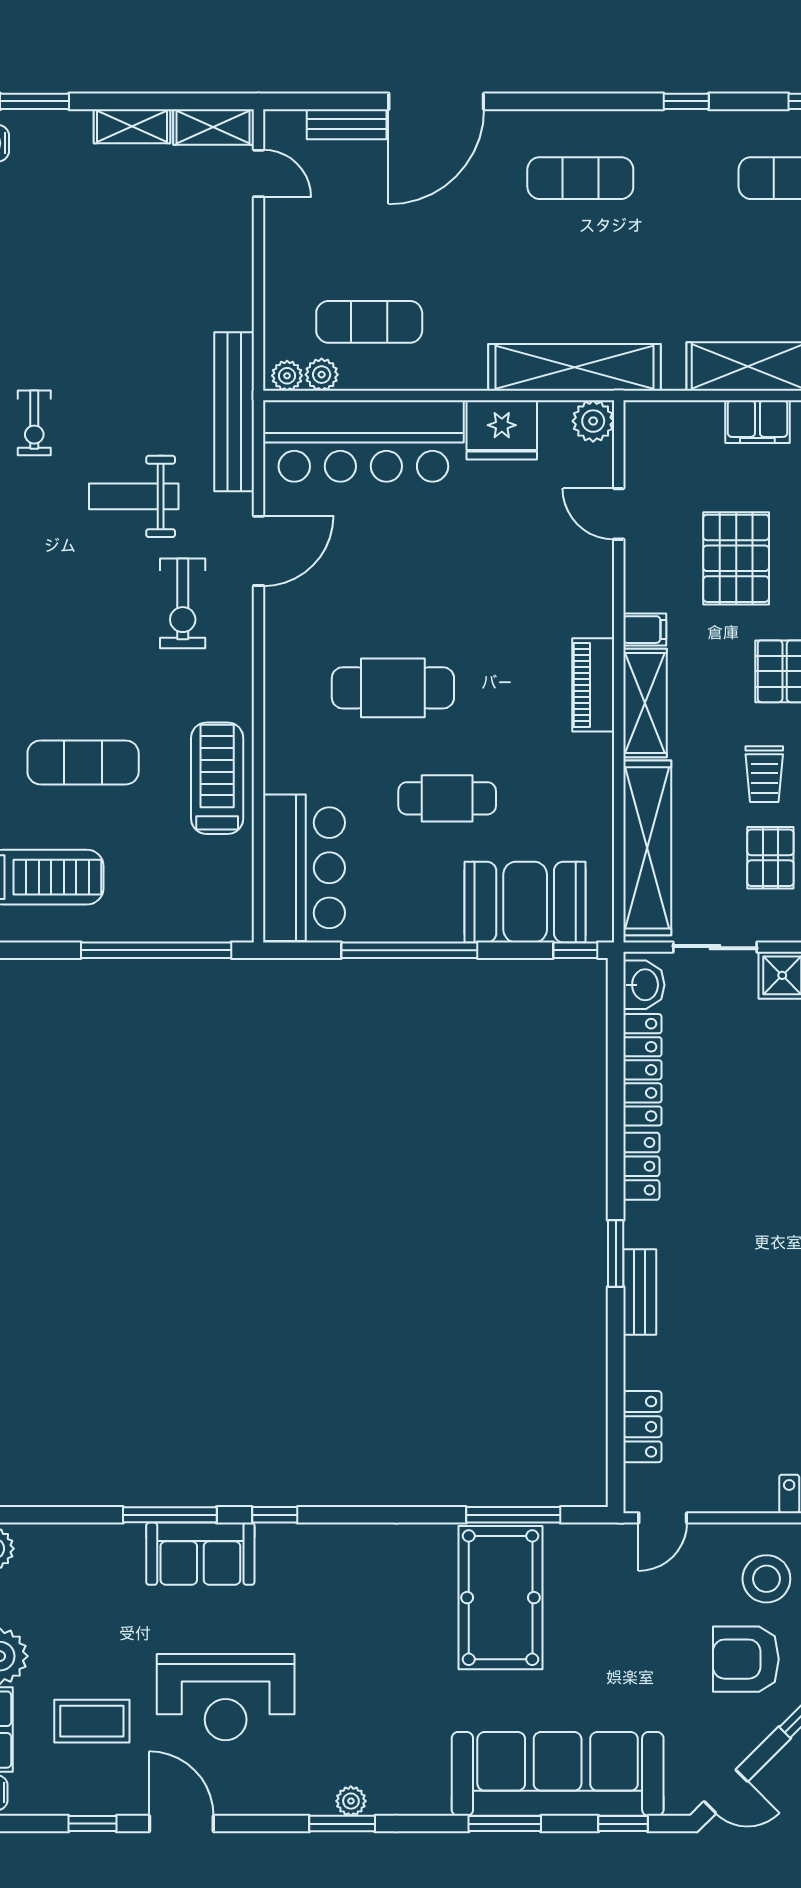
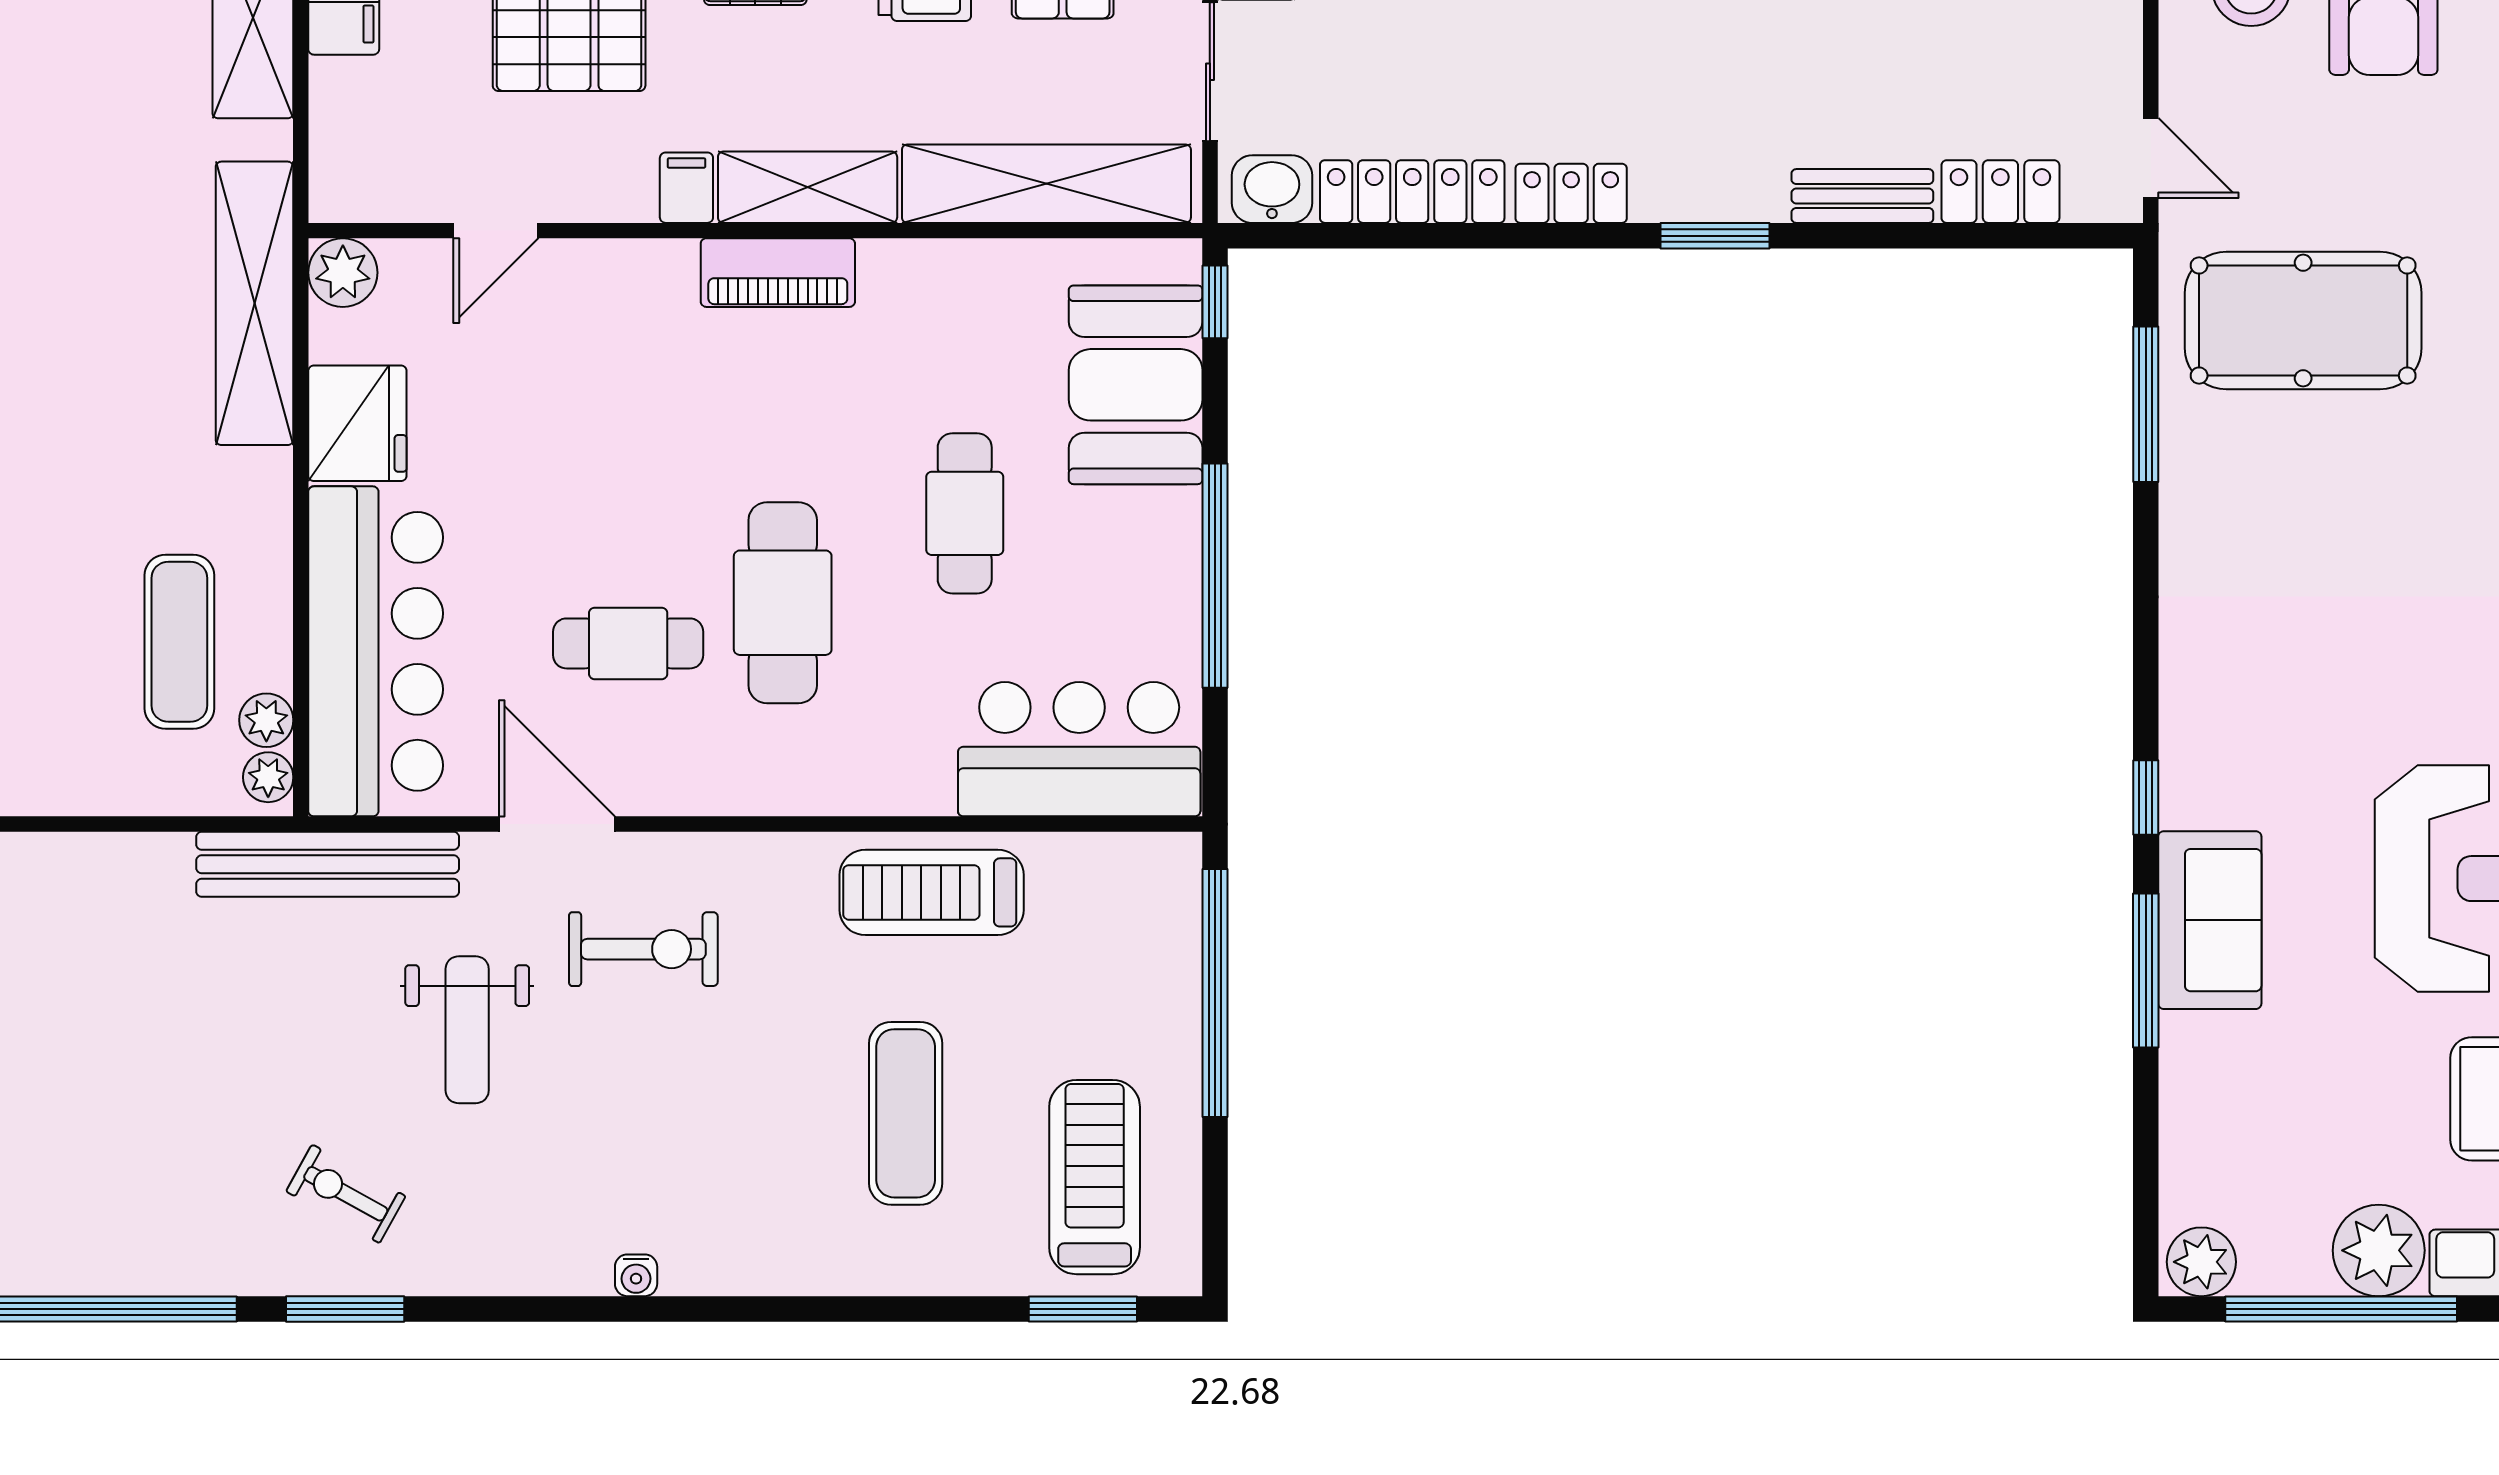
exercise bike: (34, 423) -> (346, 1194), turned -151
cafe table: (368, 594) -> (628, 643), added
bench: (640, 1292) -> (1862, 196), moved
pool table: (501, 1598) -> (2303, 320), moved

